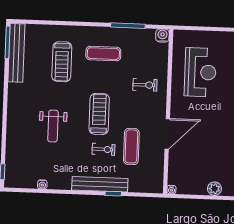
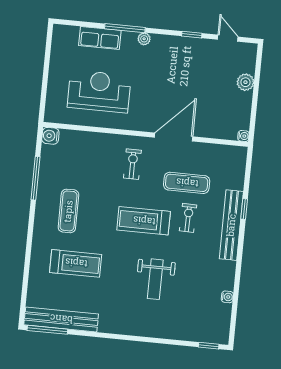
exercise bike: (145, 85) -> (132, 164), moved
weight bench: (53, 126) -> (155, 279), turned 90
door: (167, 134) -> (174, 137), hinge flipped

